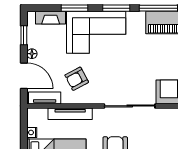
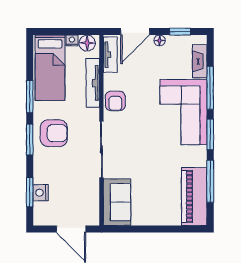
window: (74, 8) -> (210, 88), width x1.44
armchair: (77, 79) -> (115, 101), moved, turned -152
floor lamp: (34, 119) -> (87, 43), added

